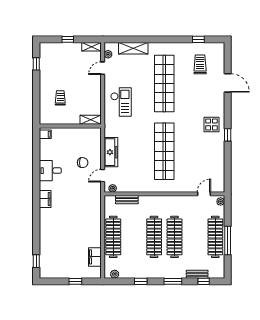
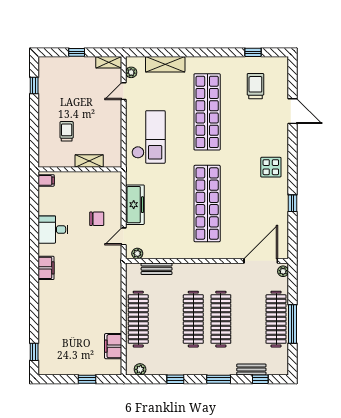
checkout: (121, 102) -> (149, 137), width x1.36, depth x1.21
shelving: (91, 120) -> (89, 161), moved
window: (228, 135) -> (293, 203), moved
door: (204, 194) -> (261, 261), width x1.87

